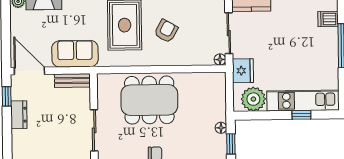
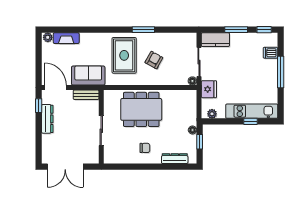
plant: (253, 99) -> (212, 114), width x0.53, depth x0.53
dresser: (19, 115) -> (47, 119), width x1.44

